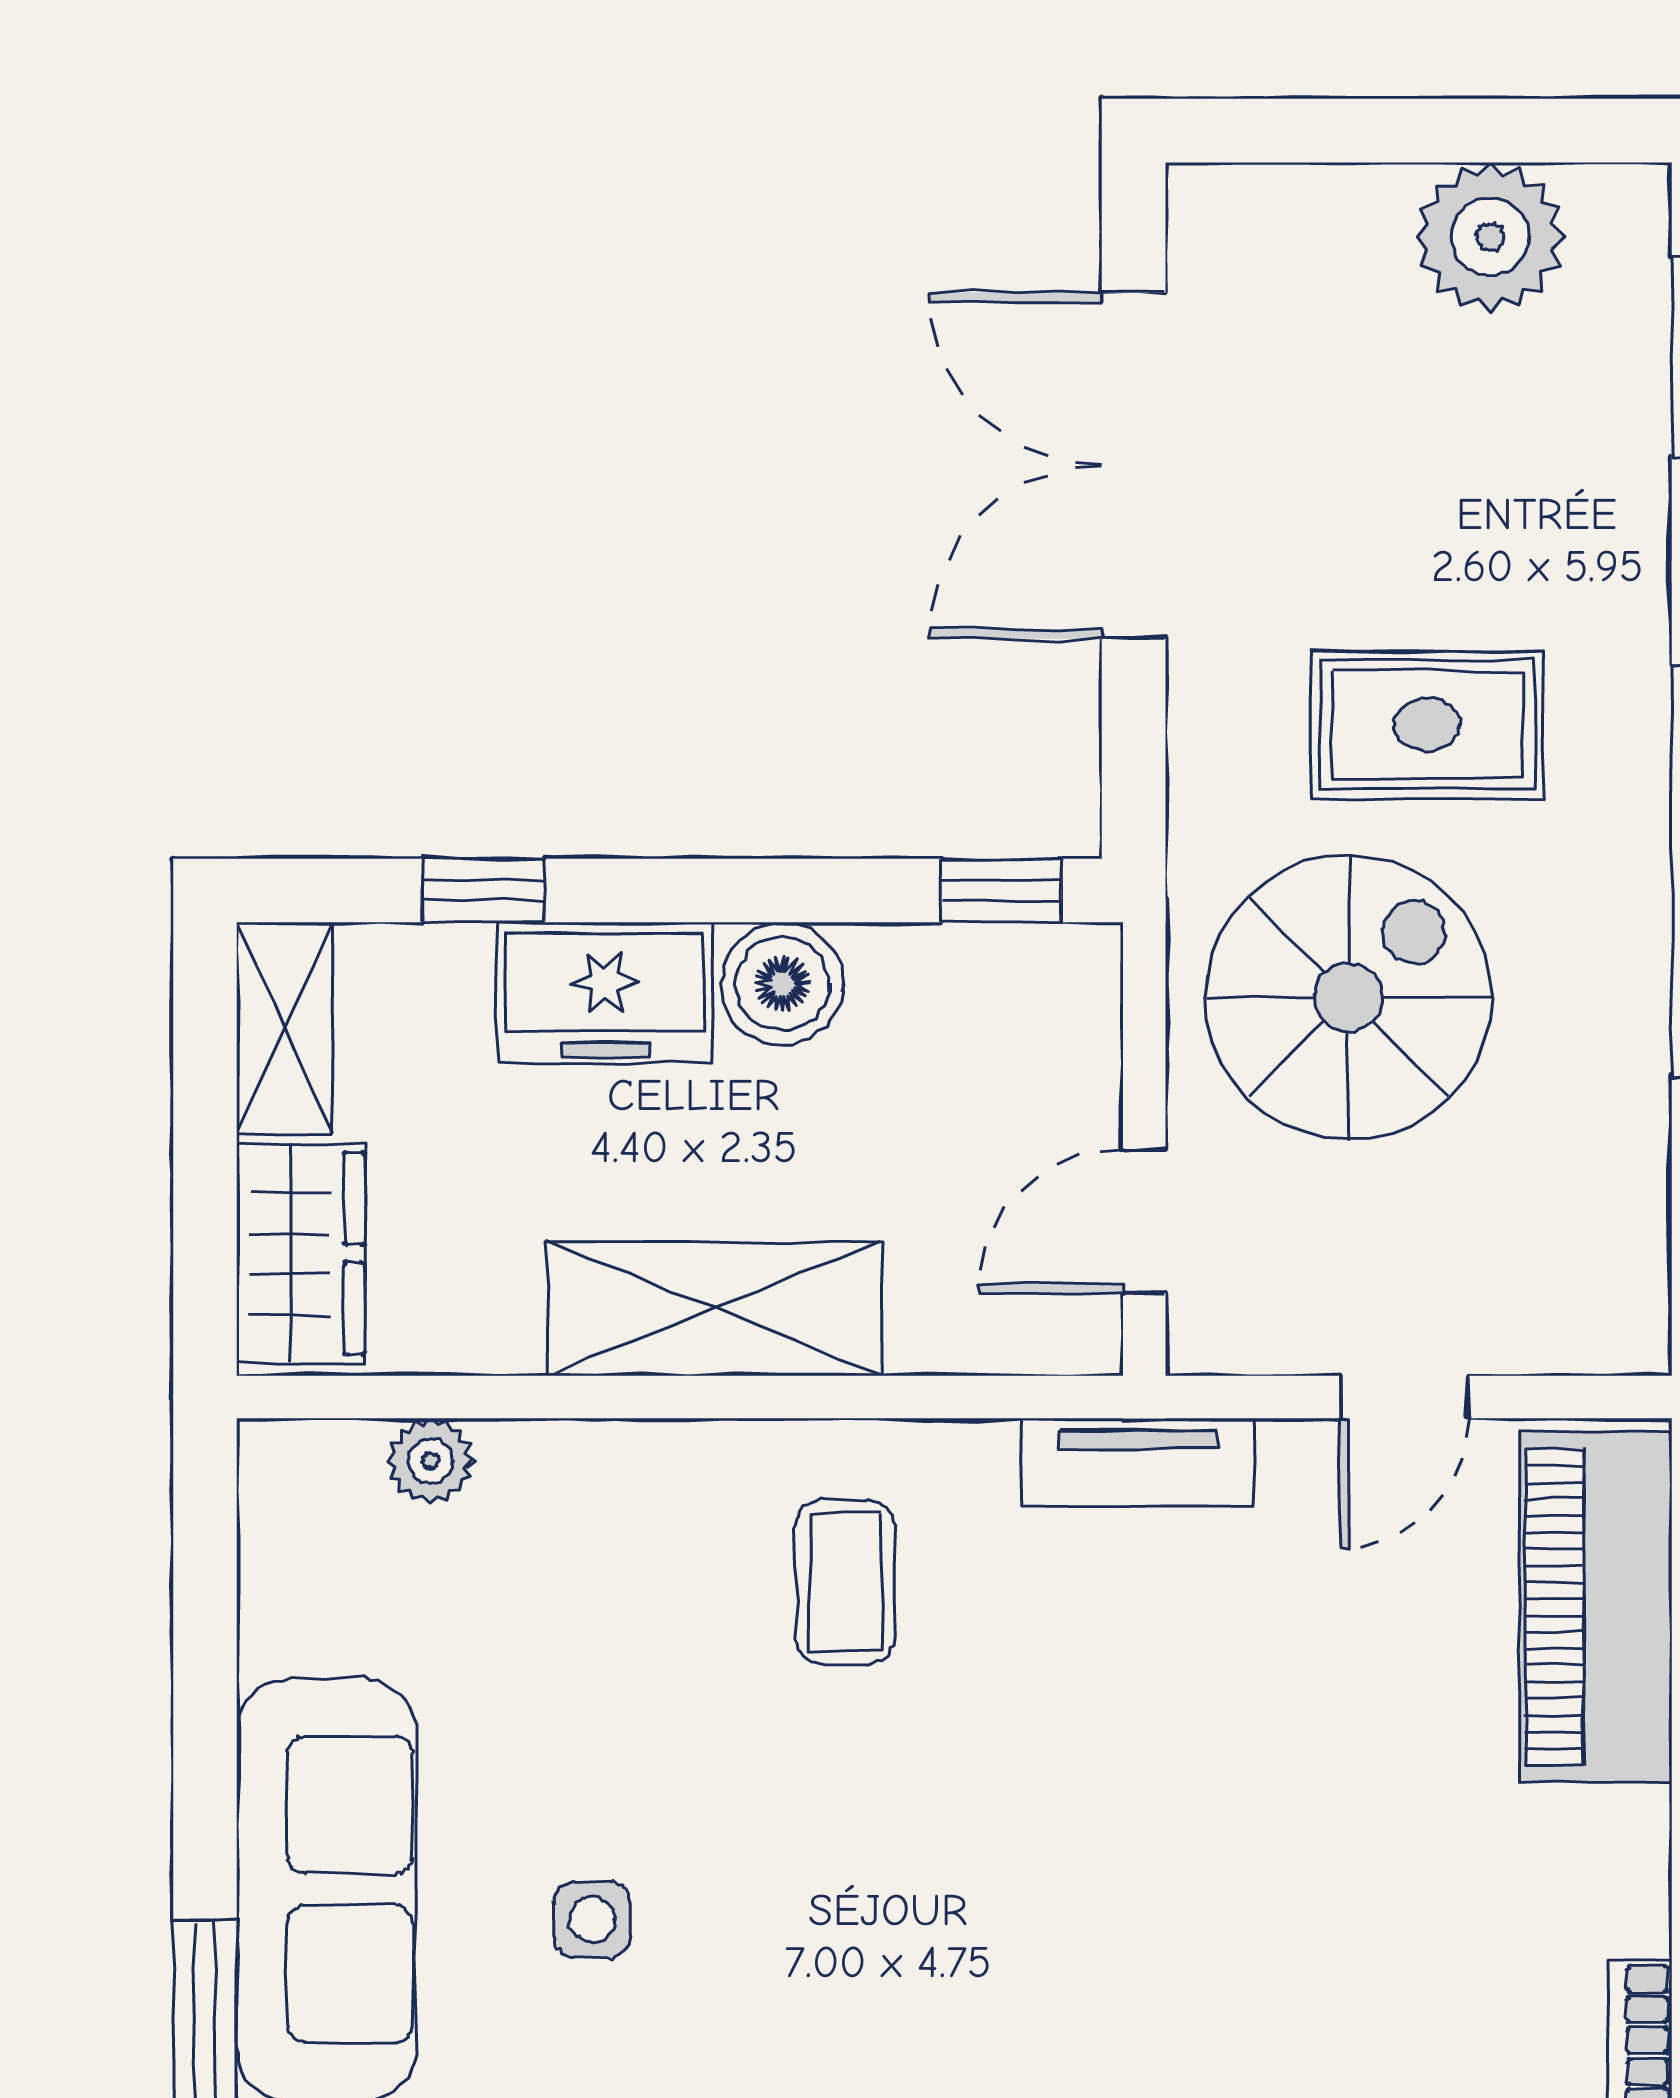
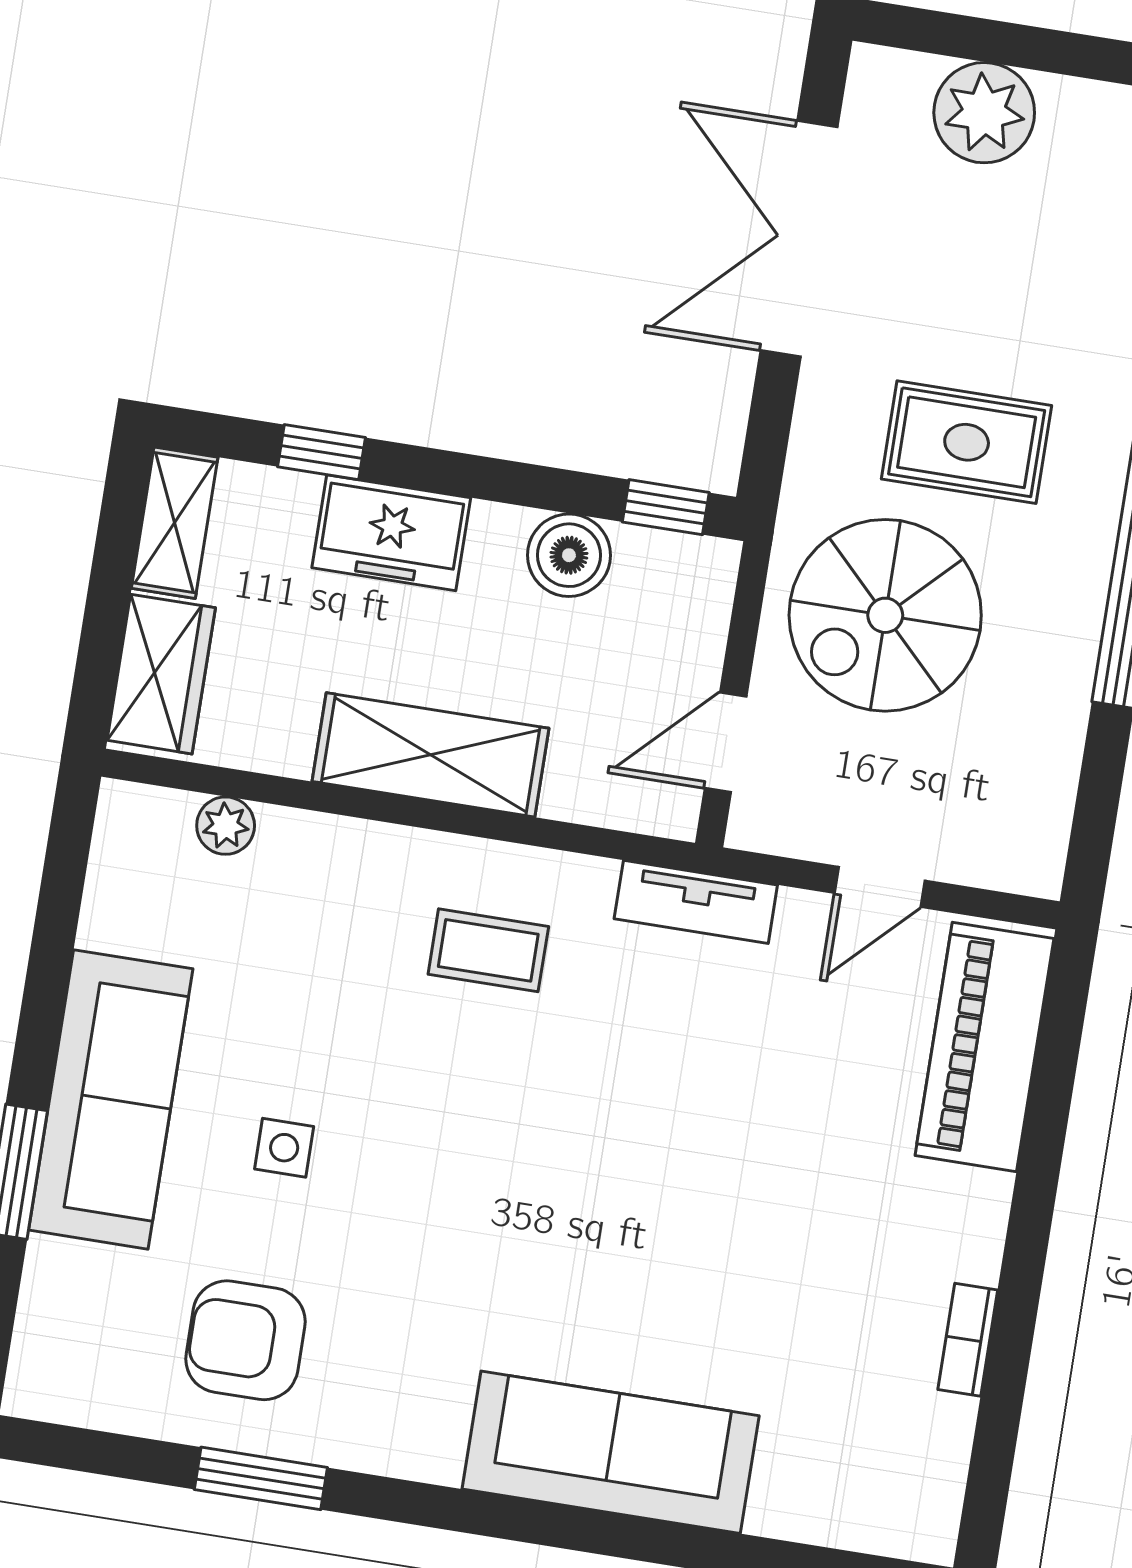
plant: (1490, 237) -> (984, 113), moved
boiler: (783, 984) -> (569, 555), moved
spiral stairs: (1349, 997) -> (885, 615), turned 180
coffee table: (845, 1582) -> (488, 950), turned 90

